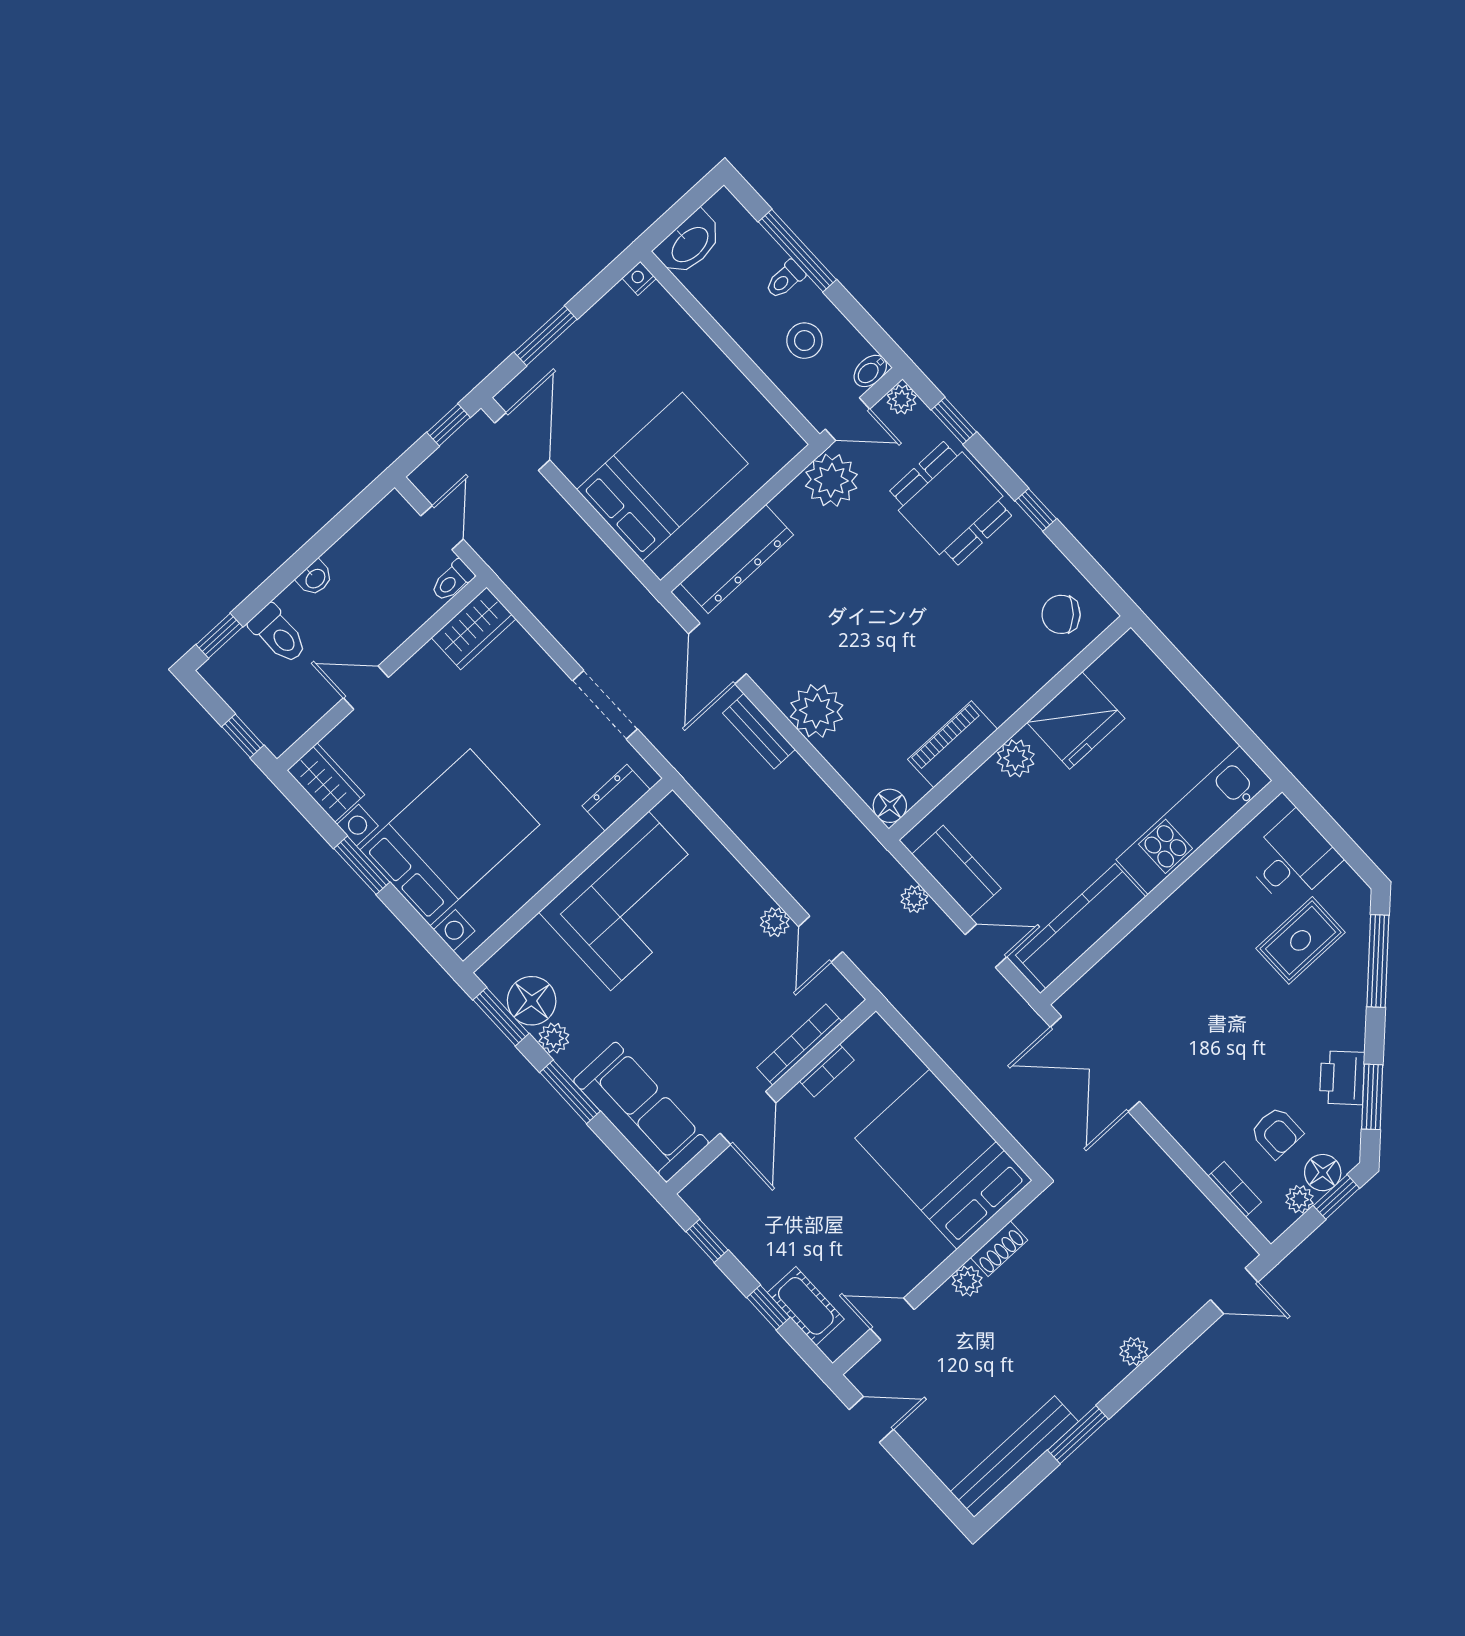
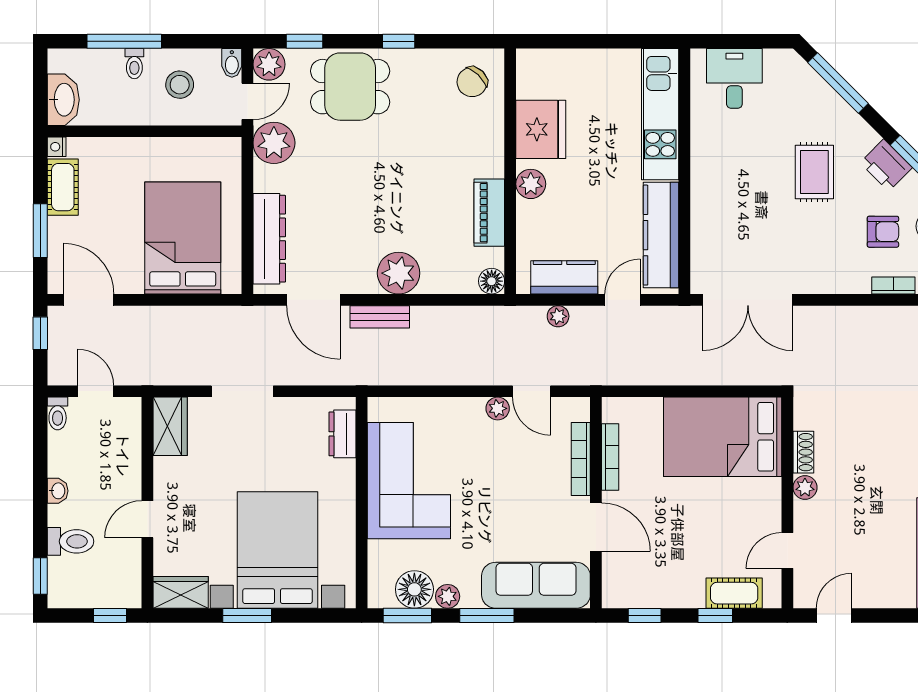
cot: (606, 319) -> (63, 187), added
plant: (902, 399) -> (269, 64), width x1.38, depth x1.38
toilet: (452, 581) -> (58, 413), moved
doorway: (605, 705) -> (242, 391), moved
rug: (1301, 940) -> (814, 172), moved
bookcase: (827, 1071) -> (610, 457), width x1.56

